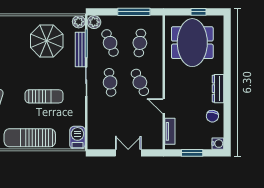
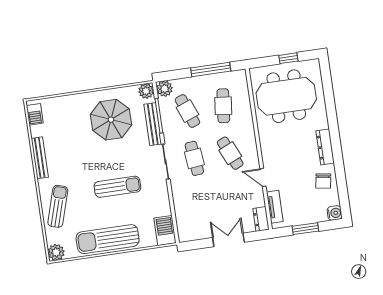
meeting table: (192, 43) -> (286, 96), turned 90
dresser: (157, 140) -> (261, 219), added

